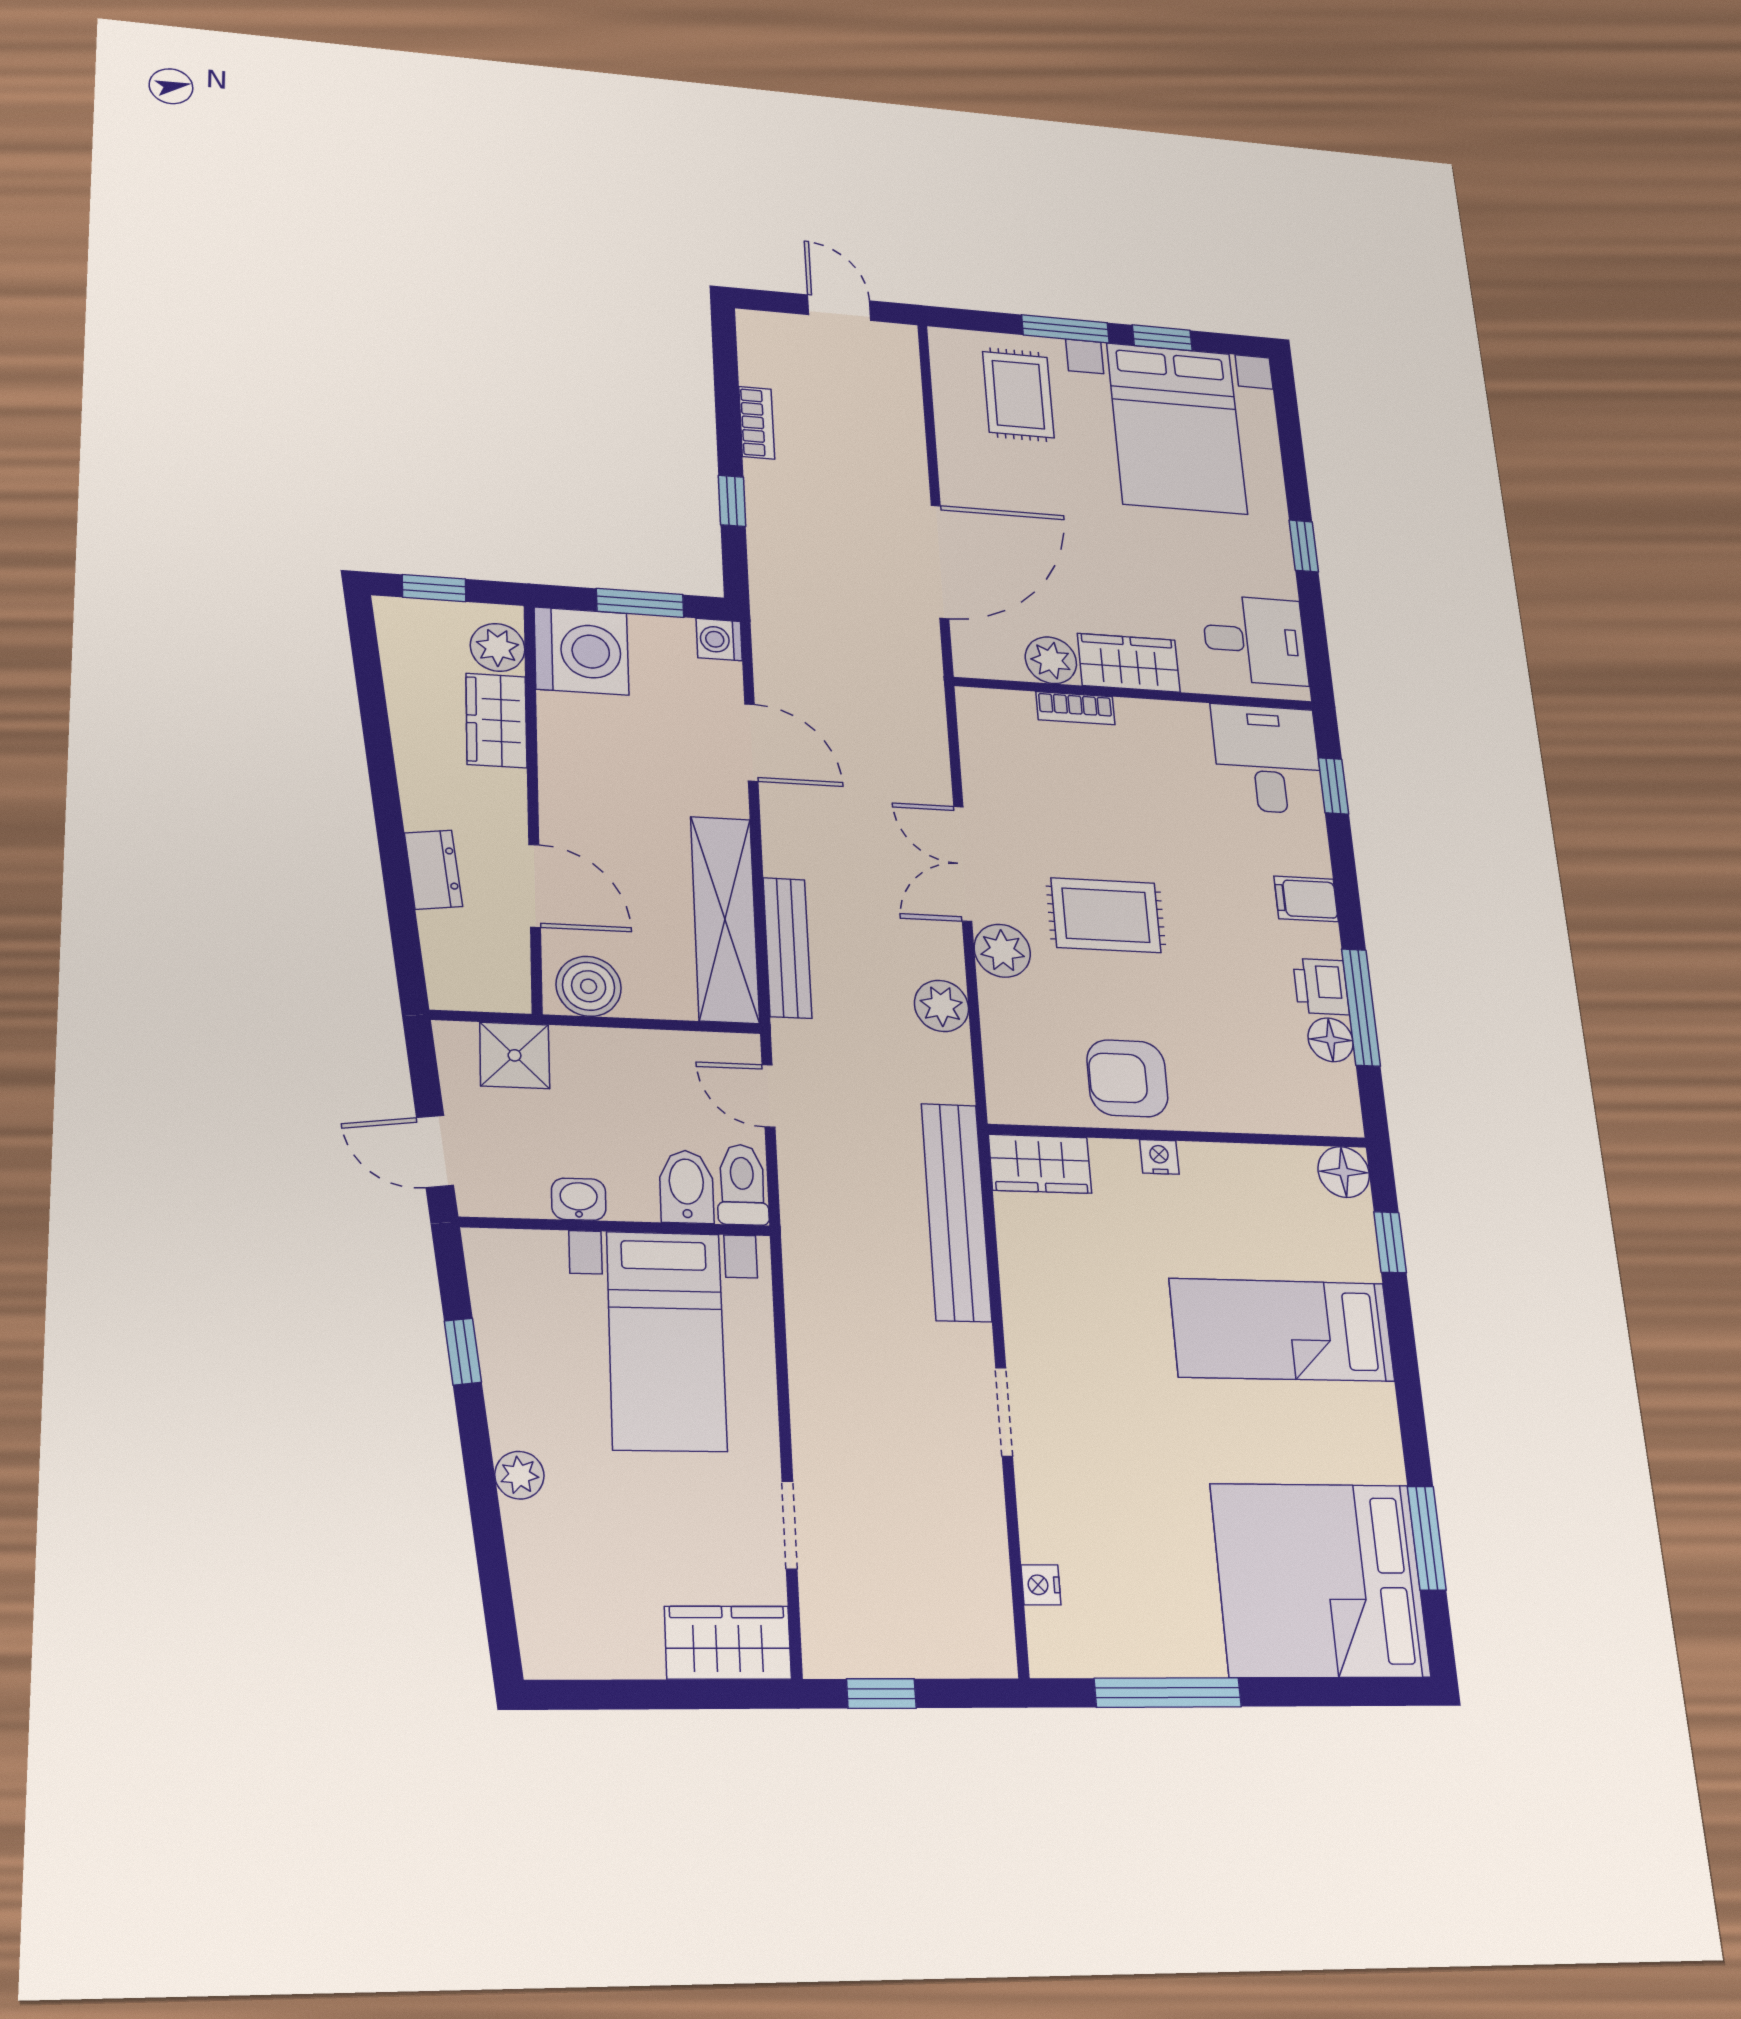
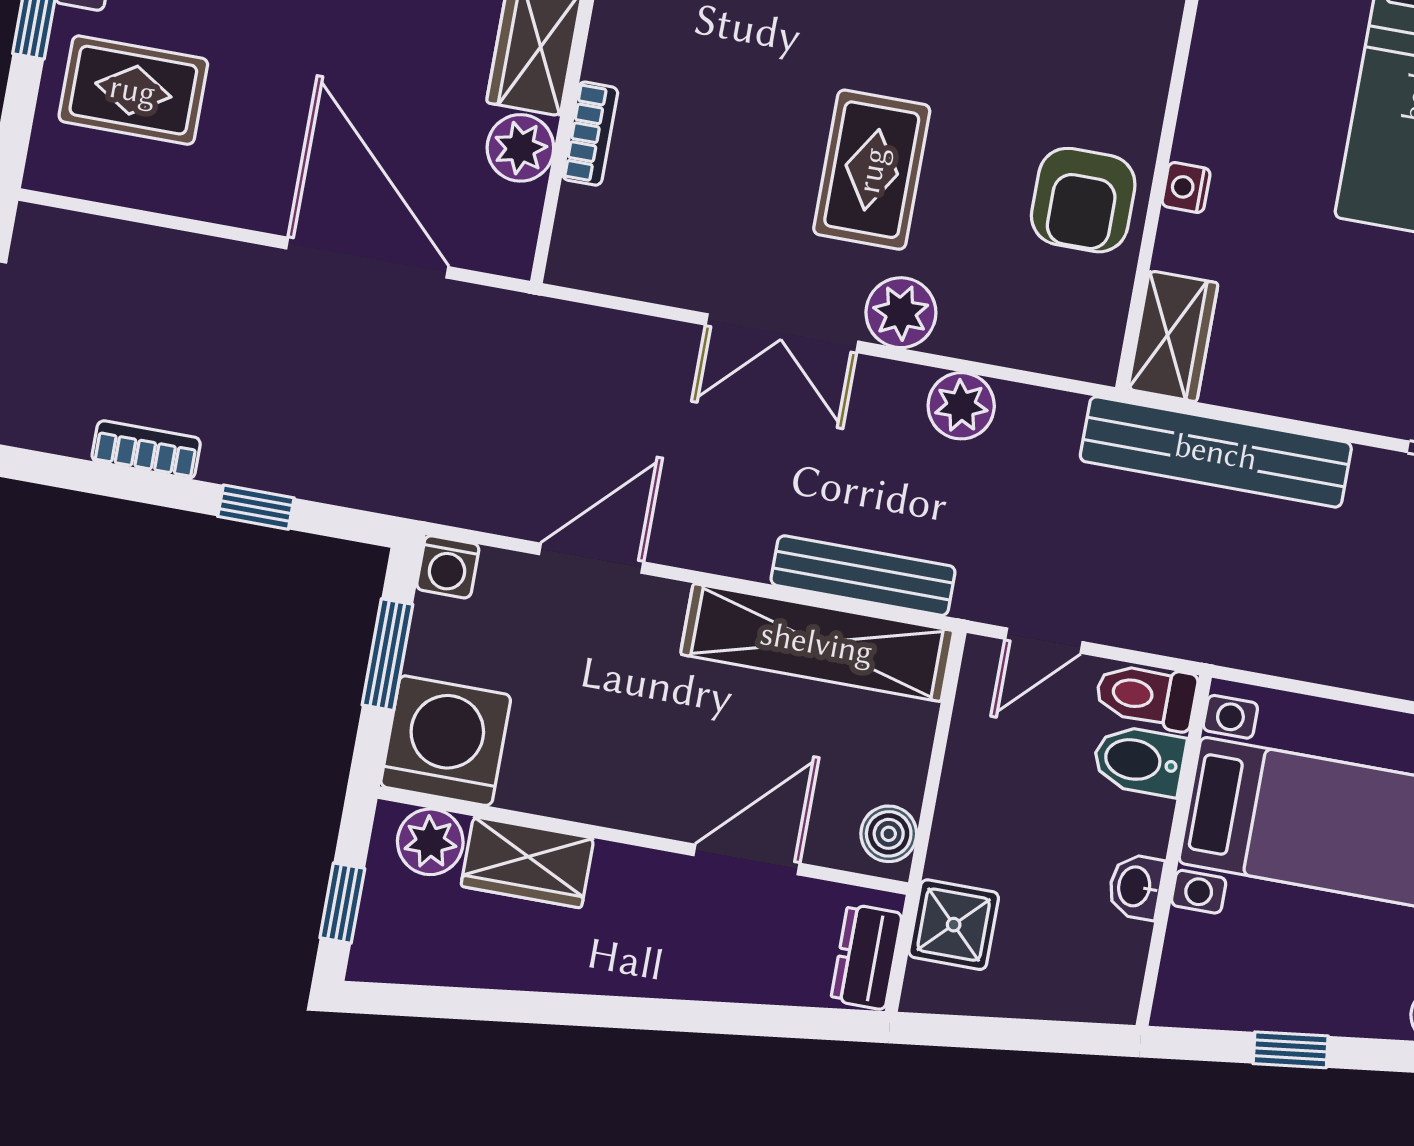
dresser: (433, 870) -> (866, 957), moved, turned -83
boiler: (589, 986) -> (889, 834), width x0.73, depth x0.73
door: (435, 1151) -> (1056, 1037), removed

